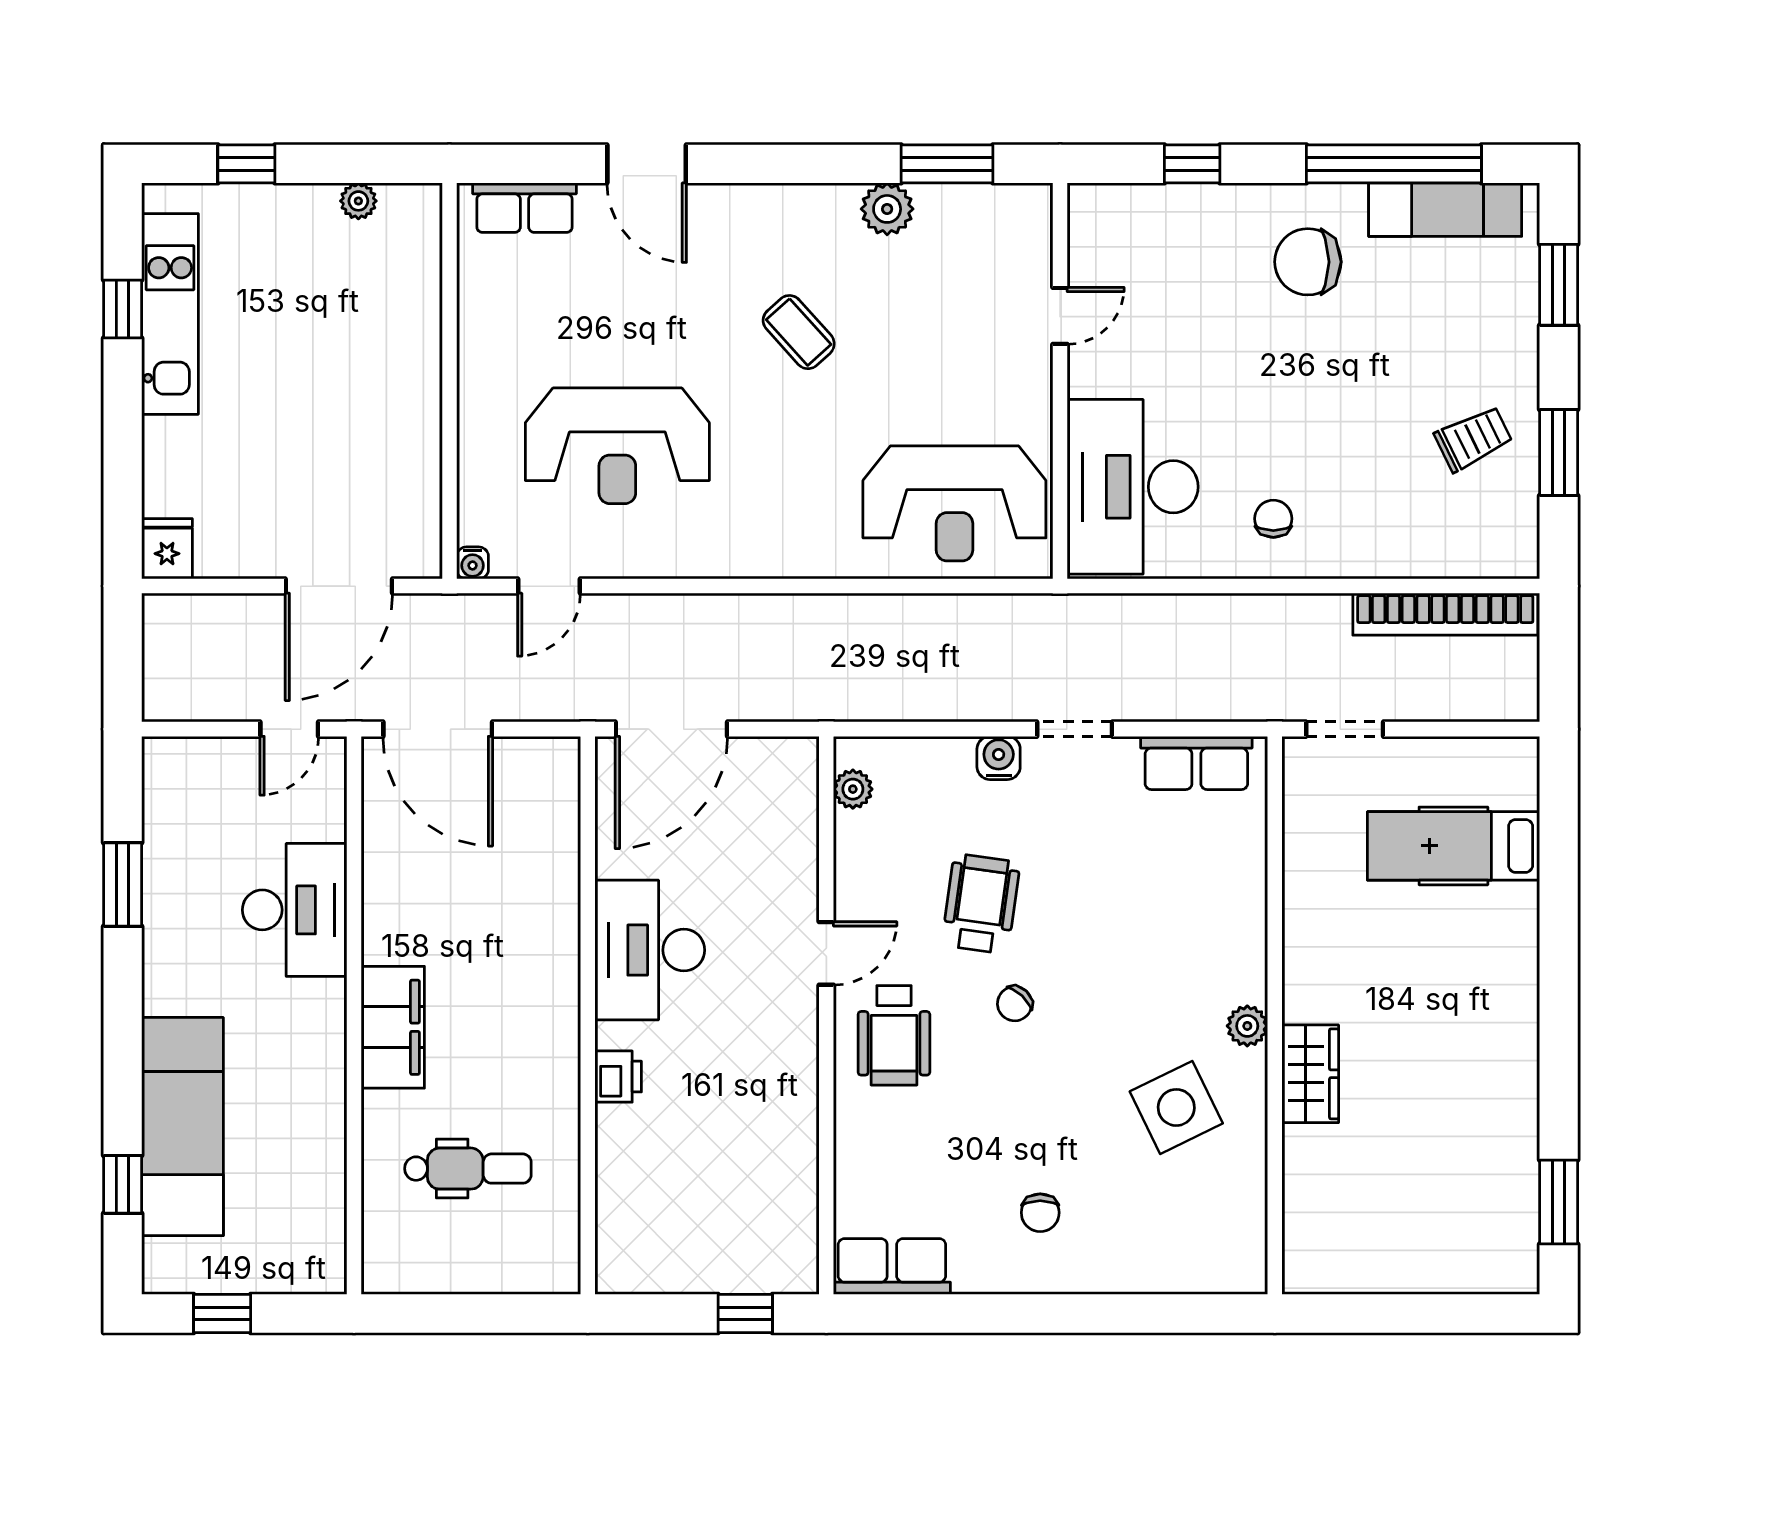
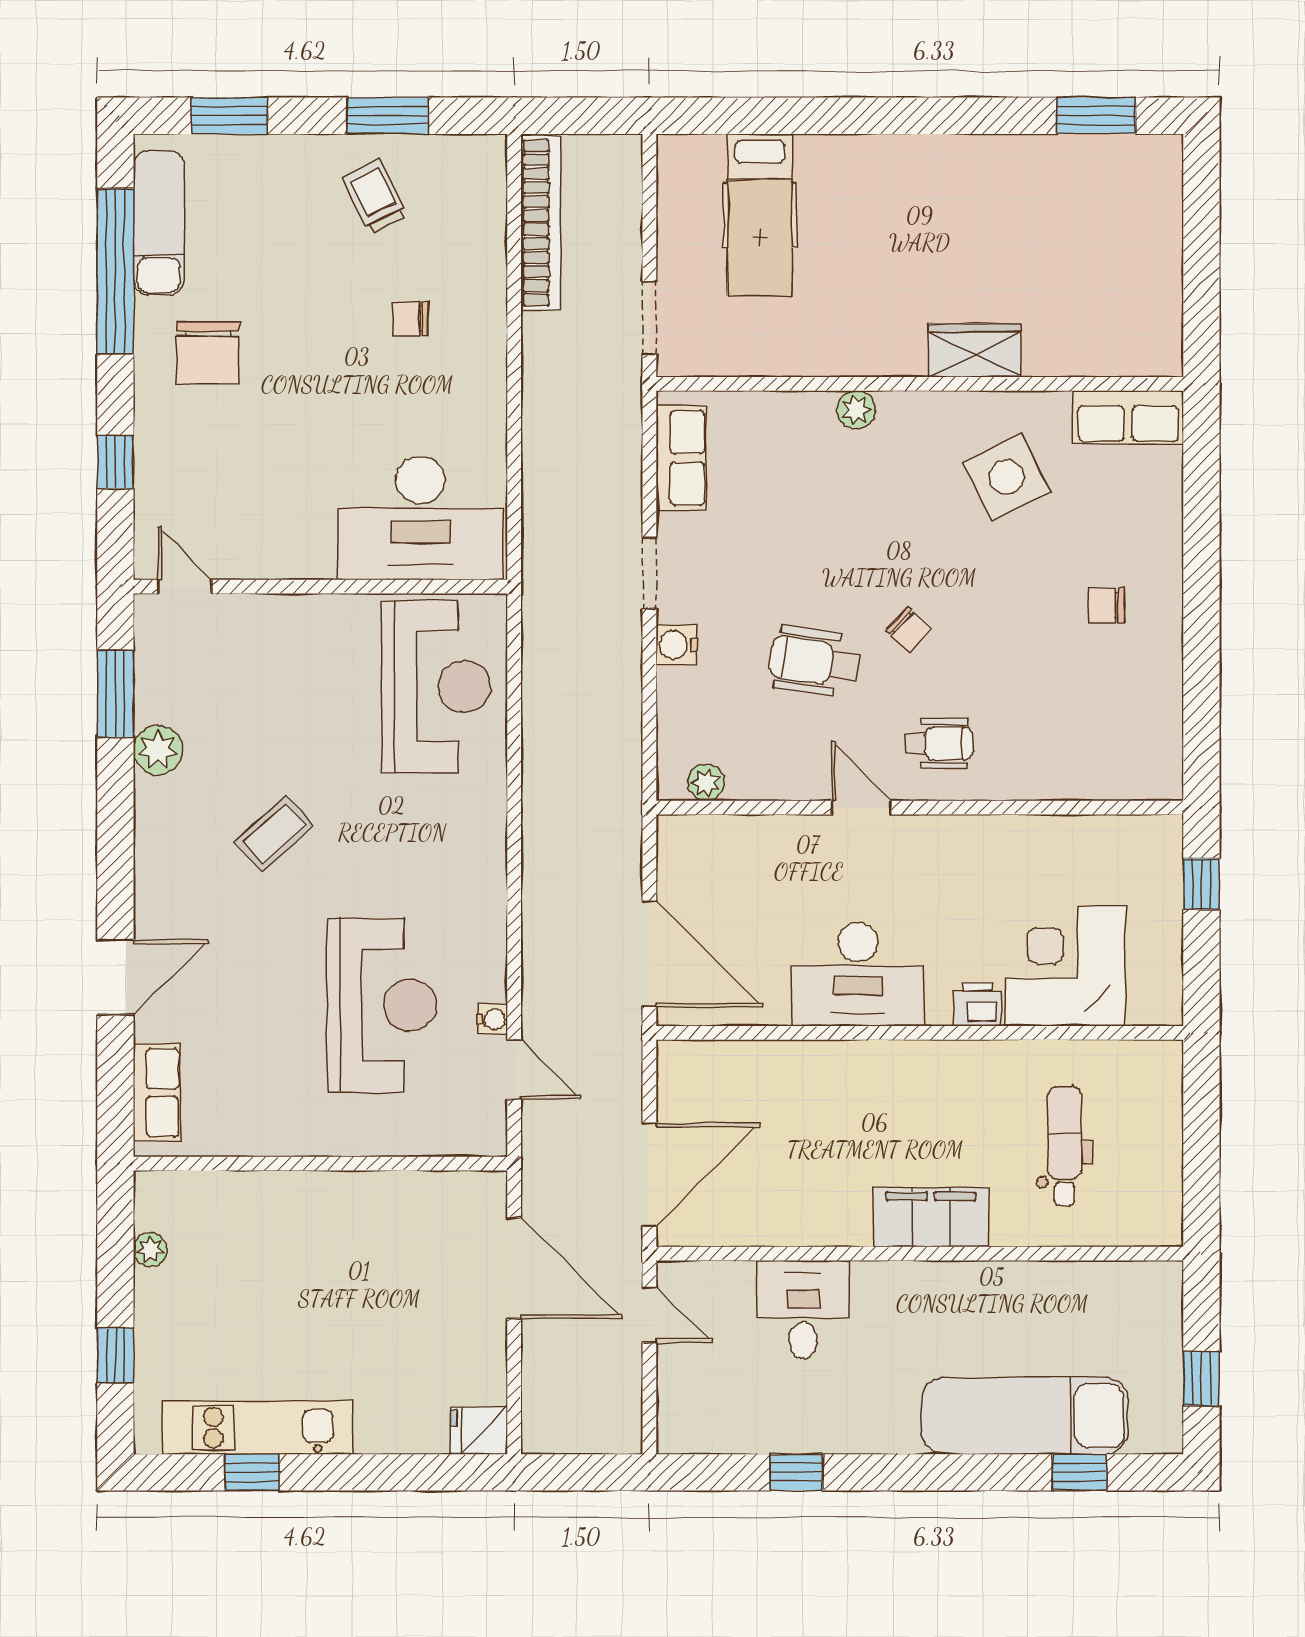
door: (1060, 316) -> (185, 587), moved
chair: (1273, 519) -> (410, 319), moved
water cooler: (473, 563) -> (492, 1019), moved
window: (123, 884) -> (796, 1472), width x0.67
desk: (295, 910) -> (803, 1310), width x0.73
plant: (1247, 1026) -> (856, 410), moved
wheelchair: (894, 1035) -> (939, 744), width x0.73, depth x0.73
corner desk: (659, 1170) -> (1066, 966), added
chair: (1040, 1213) -> (1106, 605), turned 180
row of seats: (892, 1267) -> (1128, 417), moved, turned -90

